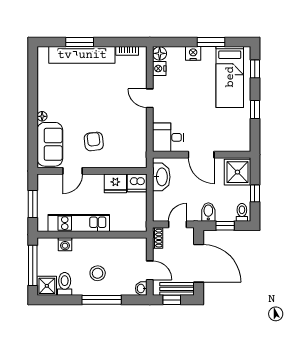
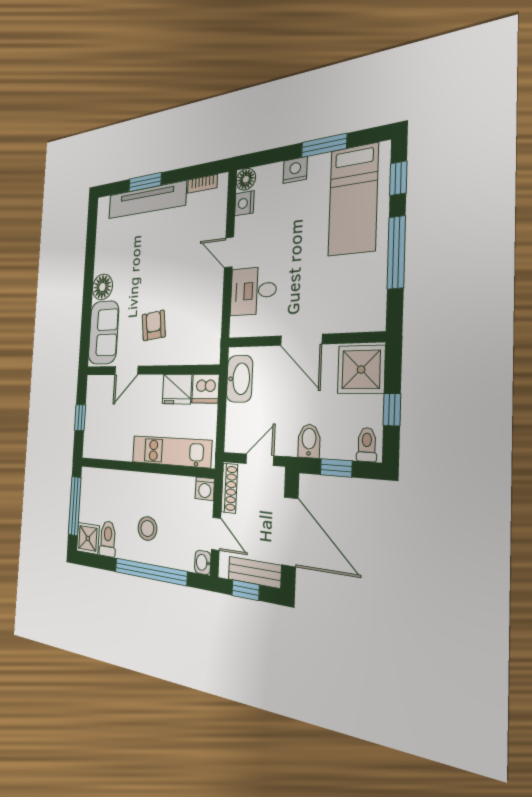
window: (255, 109) -> (396, 252), width x2.17
floor lamp: (42, 116) -> (102, 287), width x1.89, depth x1.89
desk: (168, 137) -> (253, 291), moved
window: (33, 204) -> (80, 418), width x0.67
kitchen unit: (79, 223) -> (171, 451), moved
shoe rack: (158, 238) -> (229, 488), width x1.43
washing machine: (65, 244) -> (205, 489), moved
window: (102, 300) -> (150, 572), width x1.46

